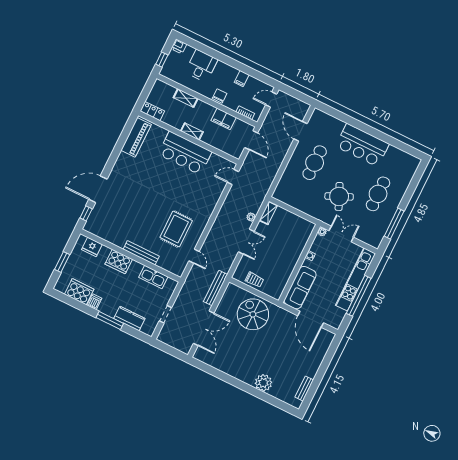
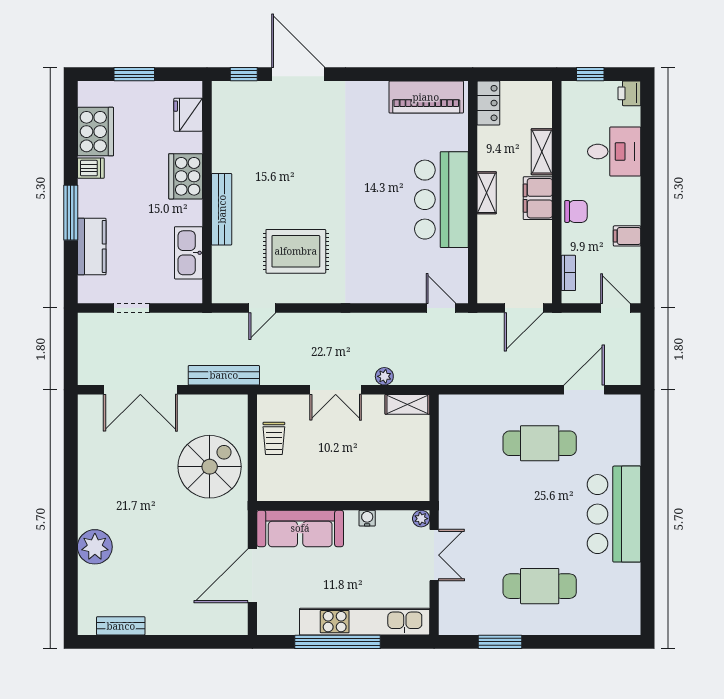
filing cabinet: (224, 119) -> (538, 198), moved
round table: (339, 196) -> (500, 518), removed
window: (394, 224) -> (500, 642), width x0.69

